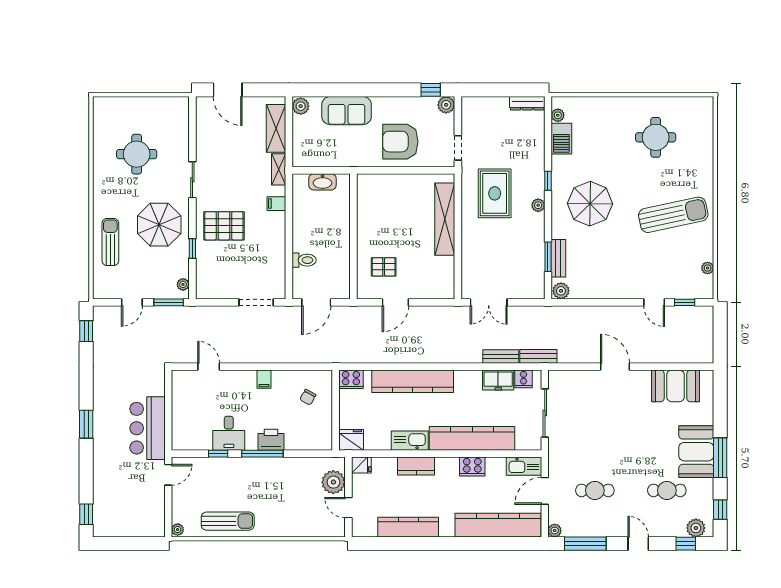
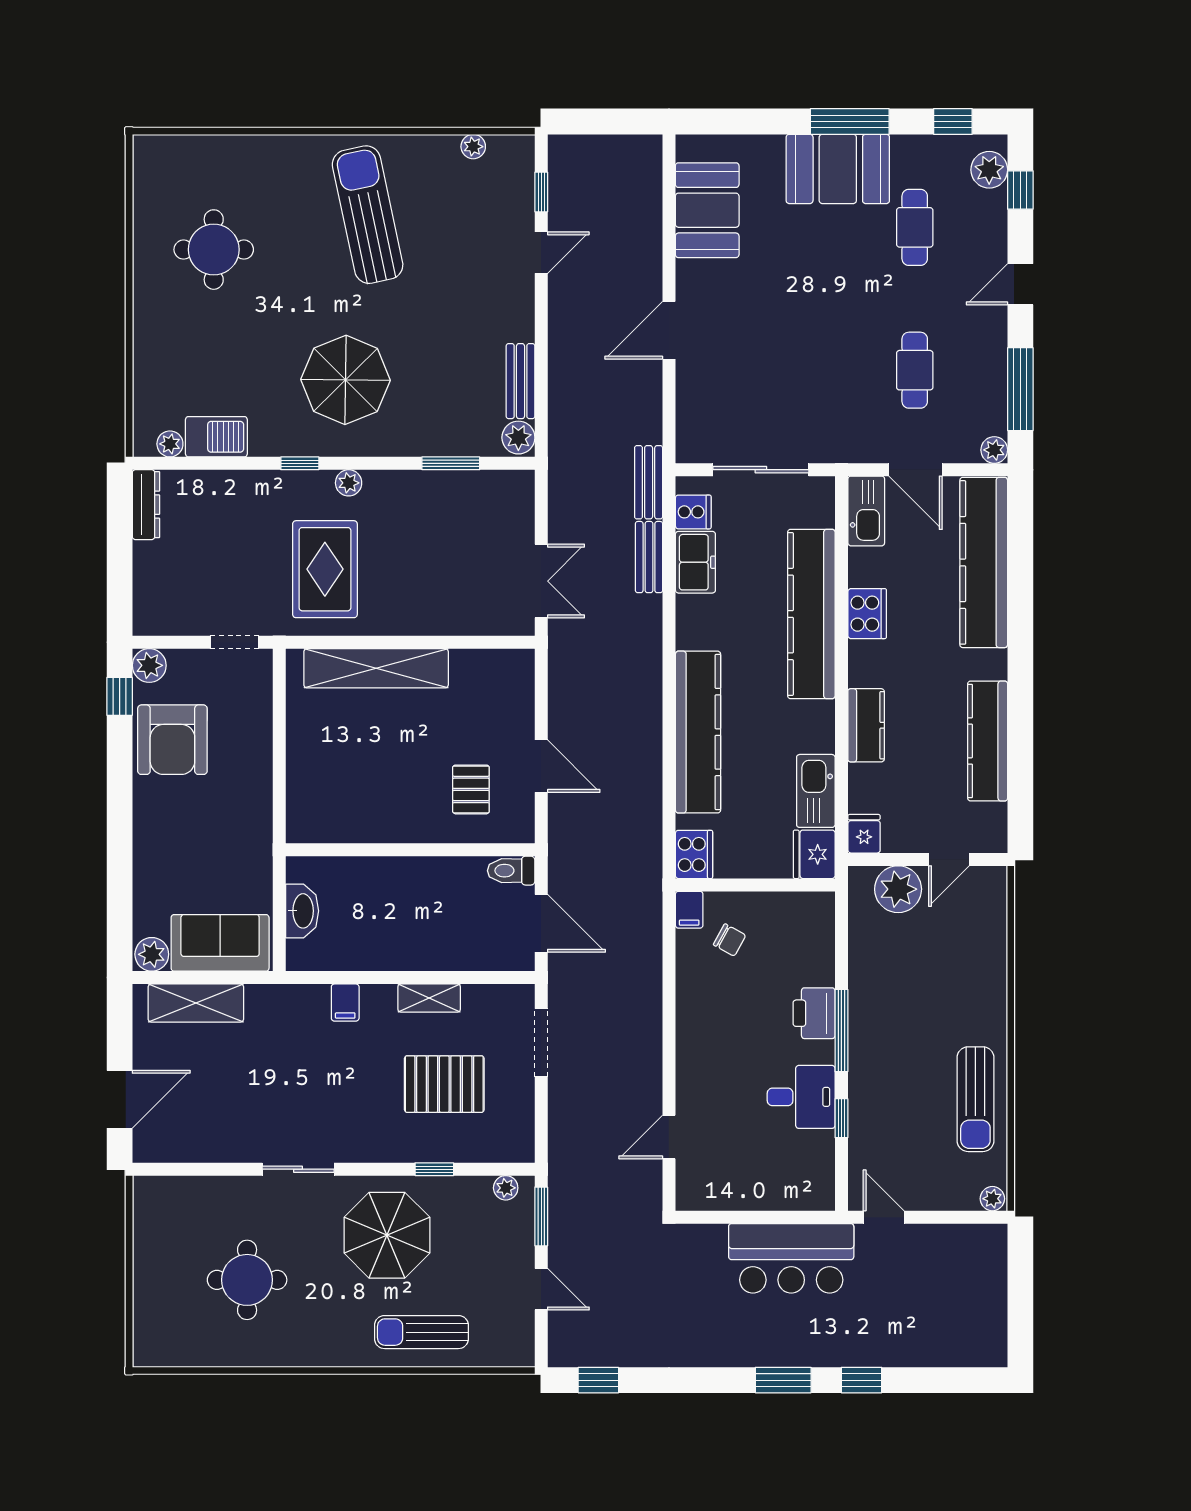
sofa: (347, 111) -> (220, 943), moved, turned -90
armchair: (400, 142) -> (172, 740), moved
shelving: (279, 169) -> (429, 998), moved
rug: (495, 193) -> (325, 569), turned 90
pallet: (224, 226) -> (444, 1084), moved, turned 90
bench: (558, 258) -> (521, 381), moved, turned 90
toilet: (304, 260) -> (511, 871), moved, turned -90
filing cabinet: (264, 379) -> (689, 910), moved, turned 90
kitchen sink: (410, 441) -> (816, 791), moved
window: (86, 514) -> (861, 1380), moved
sun lounger: (228, 521) -> (975, 1099), turned 180

